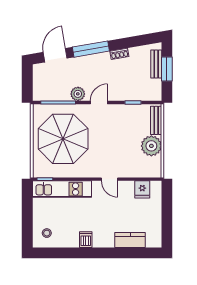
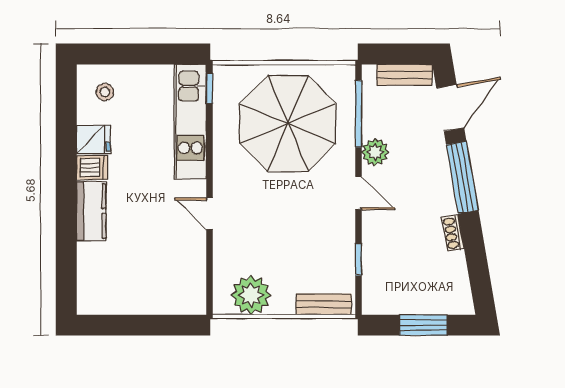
door: (55, 55) -> (450, 108), hinge flipped
bench: (156, 64) -> (404, 75), moved
plant: (151, 146) -> (251, 295), moved
door: (109, 179) -> (210, 214), hinge flipped
fridge: (142, 189) -> (93, 139), moved, turned 180
kitchen counter: (130, 240) -> (91, 211), moved

